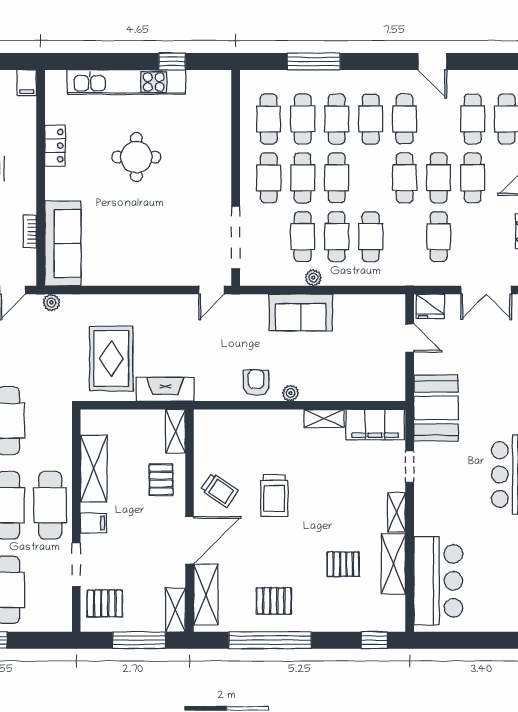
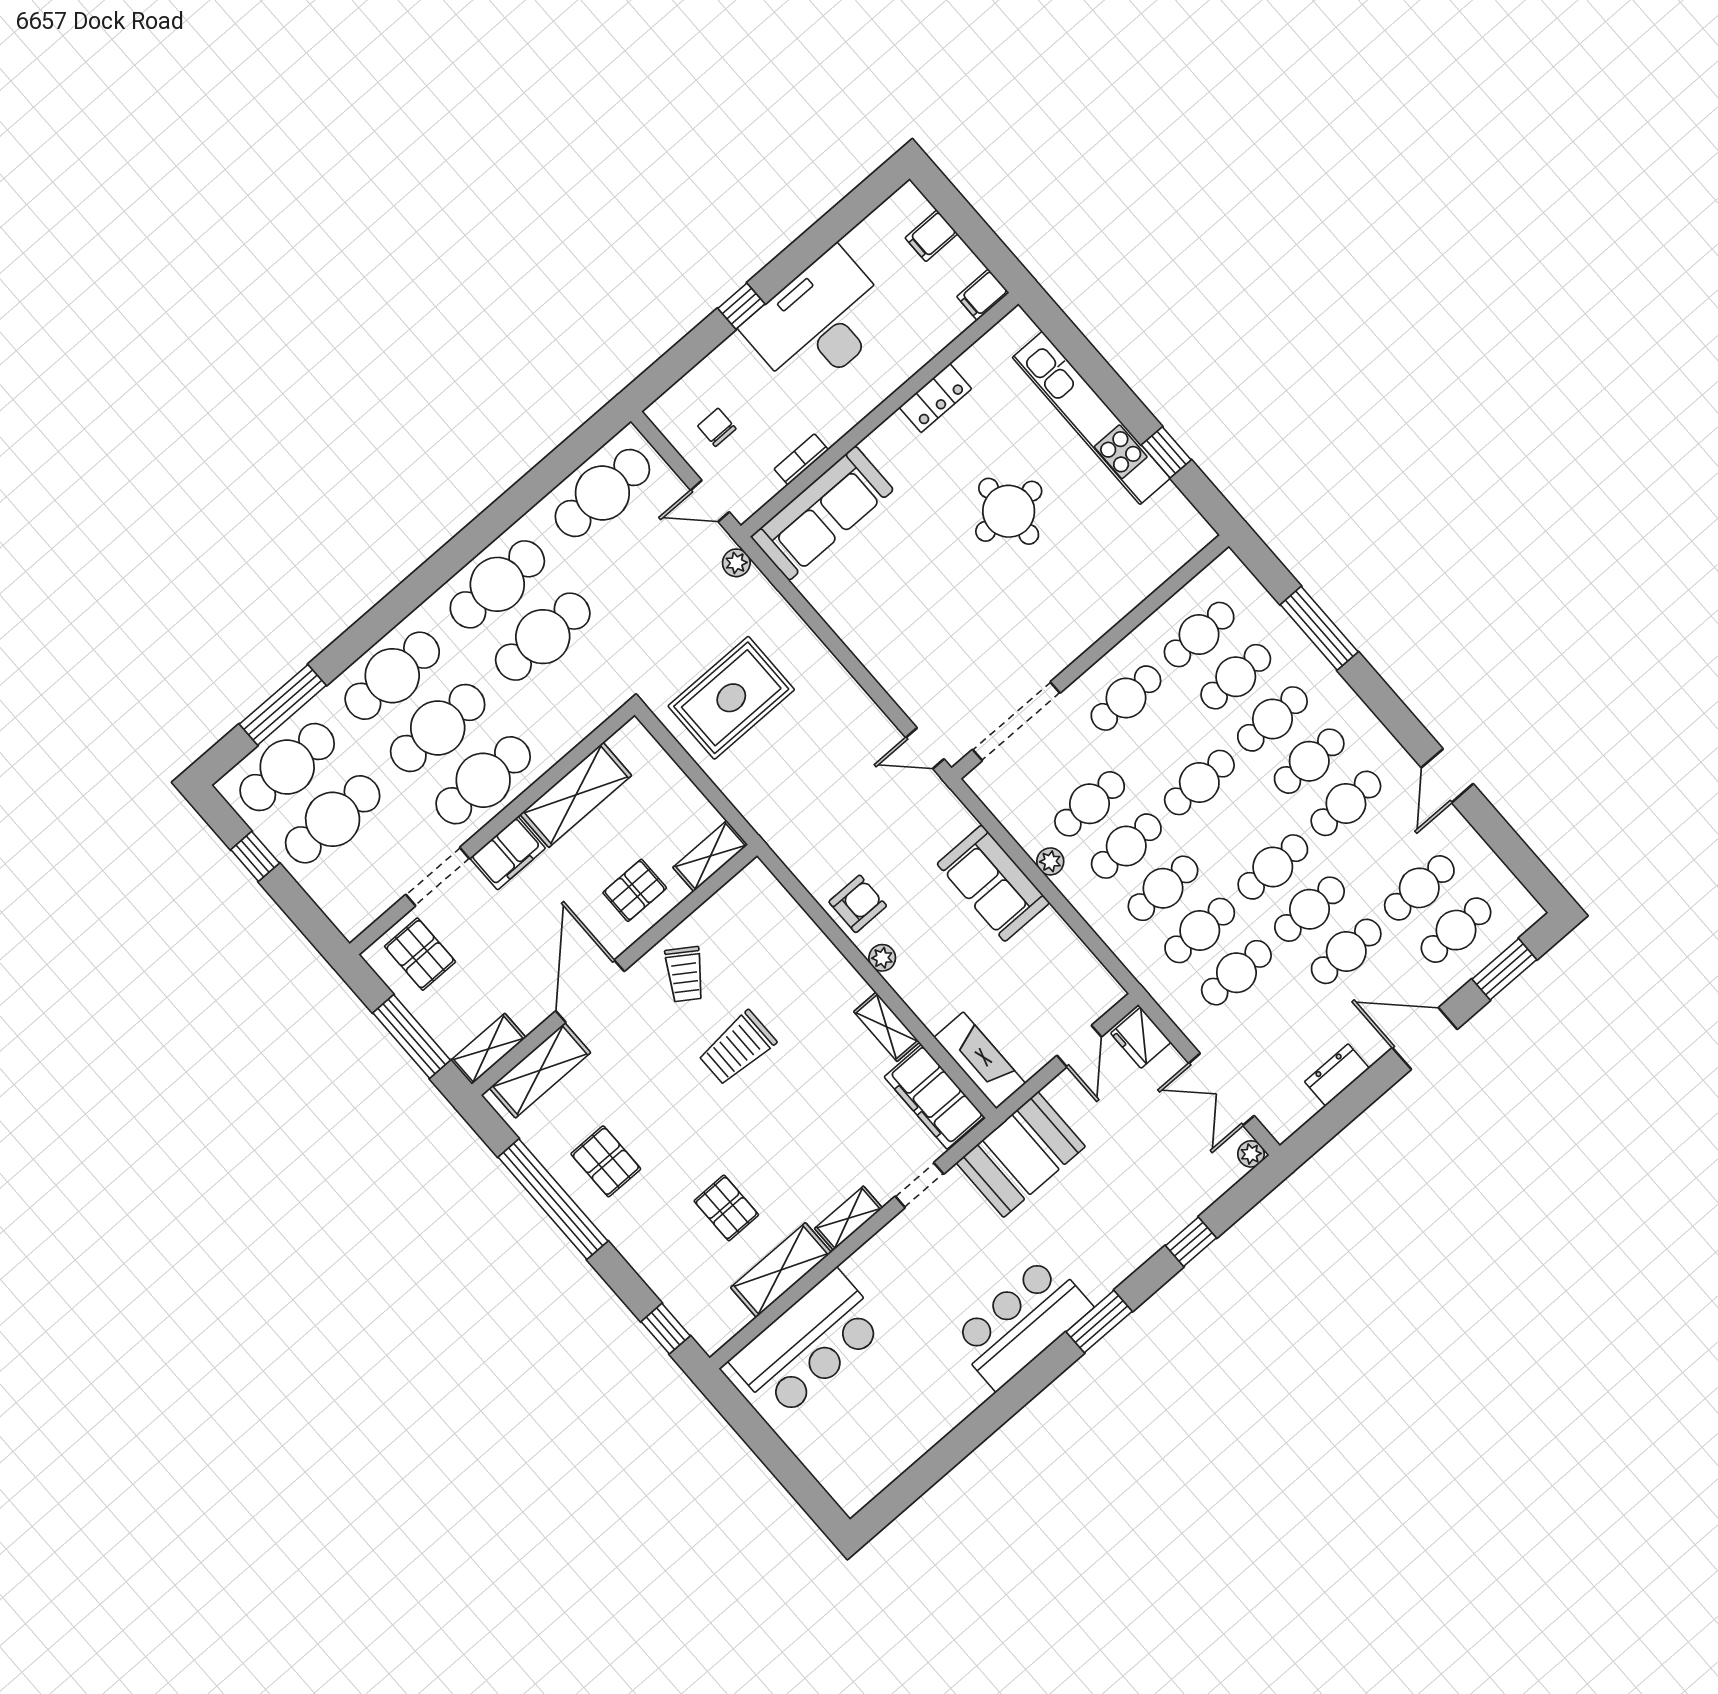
cafe table: (303, 178) -> (1200, 931), moved
fireplace: (165, 389) -> (980, 1060), moved
filing cabinet: (93, 523) -> (508, 853), width x2.00
door: (189, 540) -> (590, 991), swing flipped

